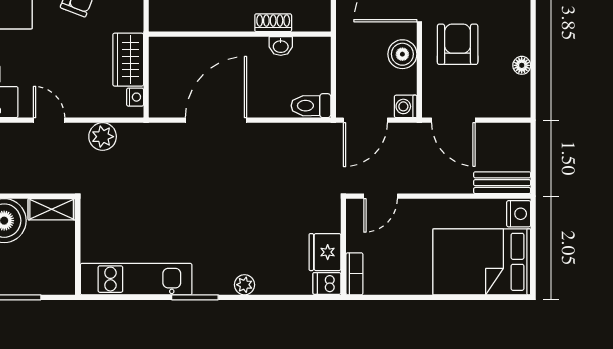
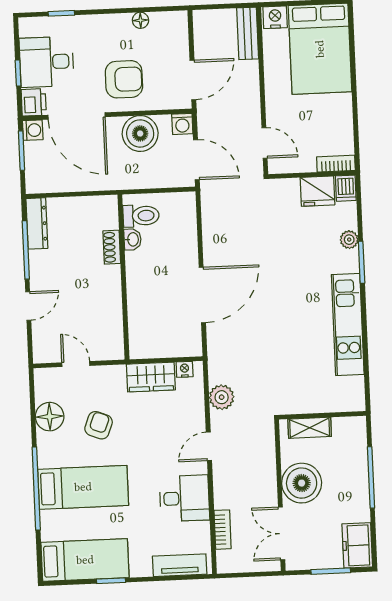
armchair: (458, 44) -> (124, 79), turned 180
boiler: (402, 54) -> (140, 133), width x1.37, depth x1.37
toilet: (311, 106) -> (141, 216), moved, turned -90
door: (216, 120) -> (202, 295), swing flipped
shelving: (52, 209) -> (310, 428), moved, turned 90
kitchen unit: (136, 279) -> (348, 324), moved
plant: (244, 285) -> (349, 240), moved
window: (195, 297) -> (362, 262), moved

